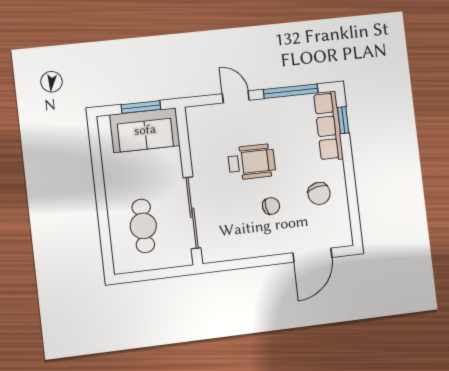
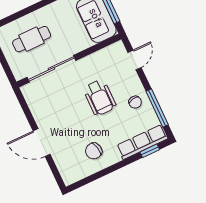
door: (236, 97) -> (135, 60), moved
chair: (271, 206) -> (135, 102), moved
door: (312, 255) -> (42, 143), moved

